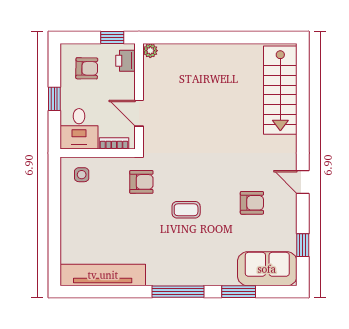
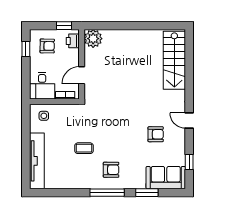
plant: (150, 51) -> (93, 39), width x1.88, depth x1.88
window: (54, 99) -> (26, 49), moved
door: (139, 113) -> (82, 75), hinge flipped
armchair: (141, 182) -> (111, 170), moved
coffee table: (186, 210) -> (84, 148), moved
tv unit: (103, 275) -> (37, 161), moved, turned 90

